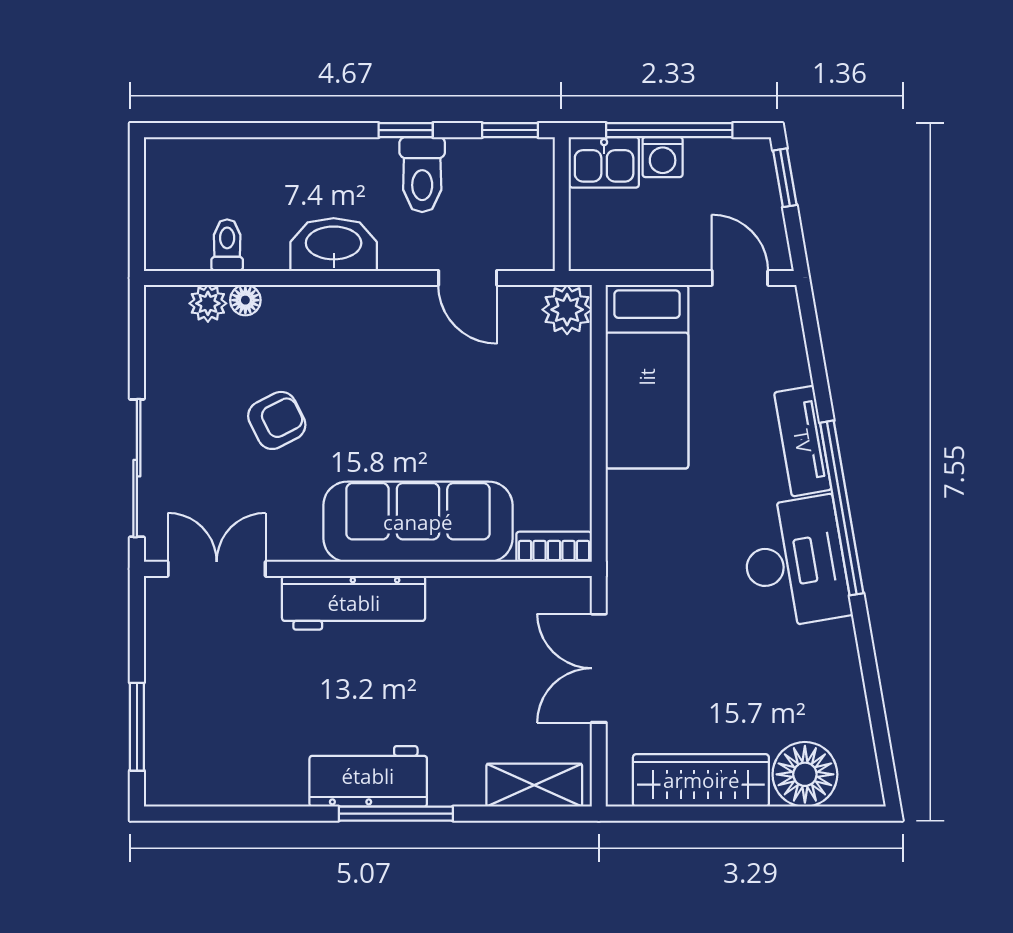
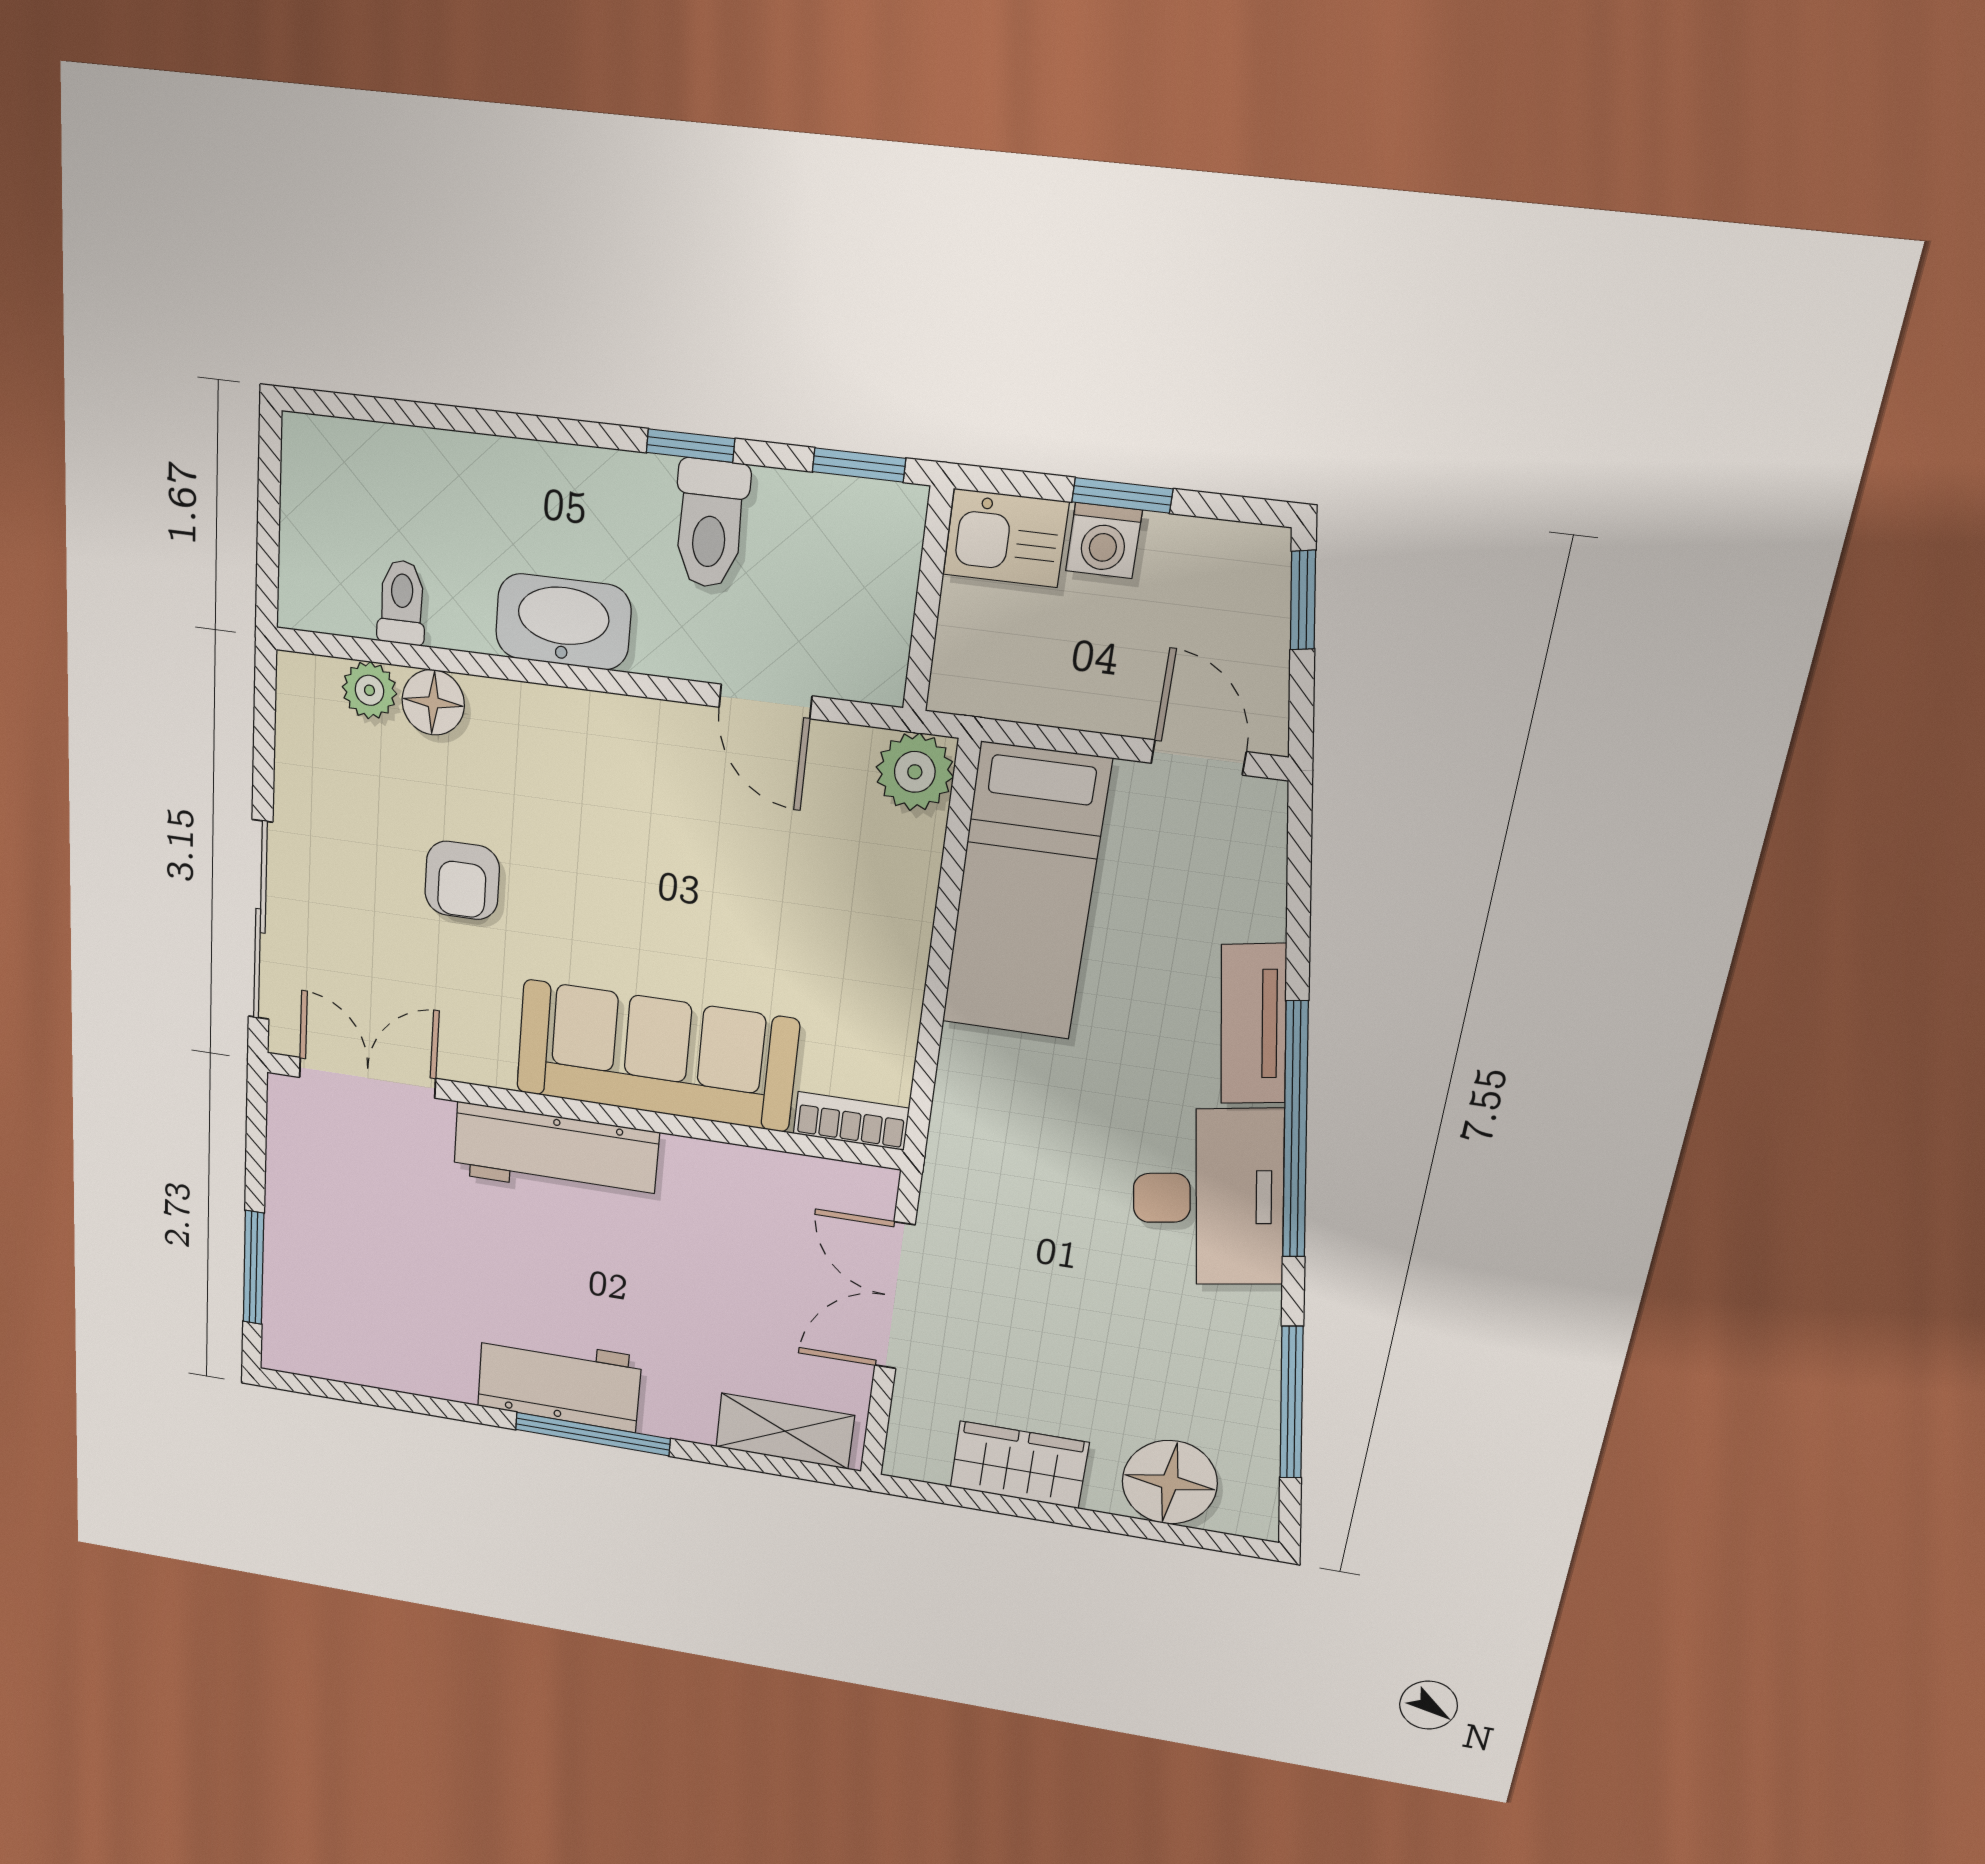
window: (669, 130) -> (1122, 495), width x0.46
floor lamp: (245, 300) -> (433, 702), width x1.37, depth x1.37
armchair: (277, 420) -> (462, 880), turned 117
window: (875, 699) -> (1291, 1403), added
wardrobe: (701, 780) -> (1019, 1465), width x0.67

